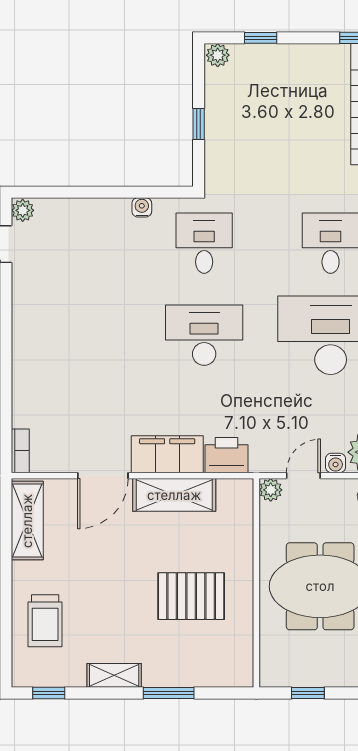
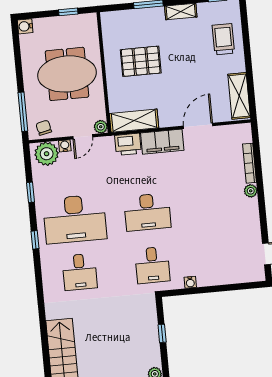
plant: (23, 210) -> (251, 191), moved
bookcase: (20, 451) -> (250, 163), moved, width x1.56
shelving: (174, 495) -> (134, 121), moved

